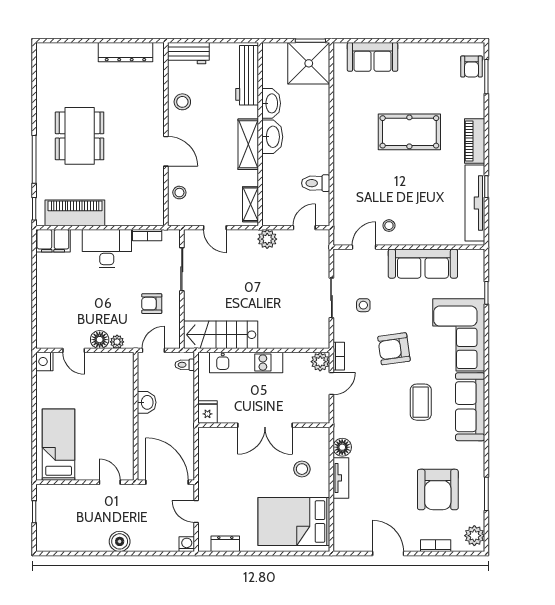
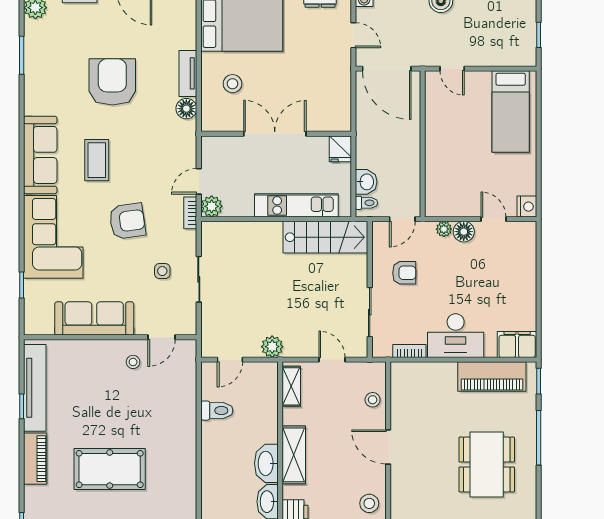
washbasin: (147, 402) -> (366, 182), moved, turned 180
armchair: (438, 490) -> (112, 82), moved

